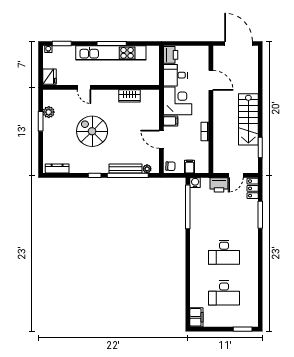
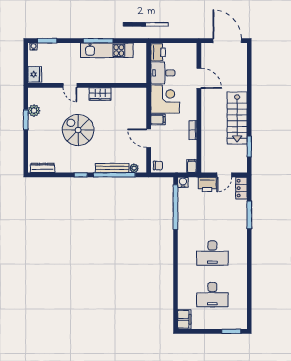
kitchen unit: (111, 53) -> (107, 50), width x0.73
wardrobe: (129, 96) -> (100, 94), moved
filing cabinet: (189, 167) -> (192, 166), moved

